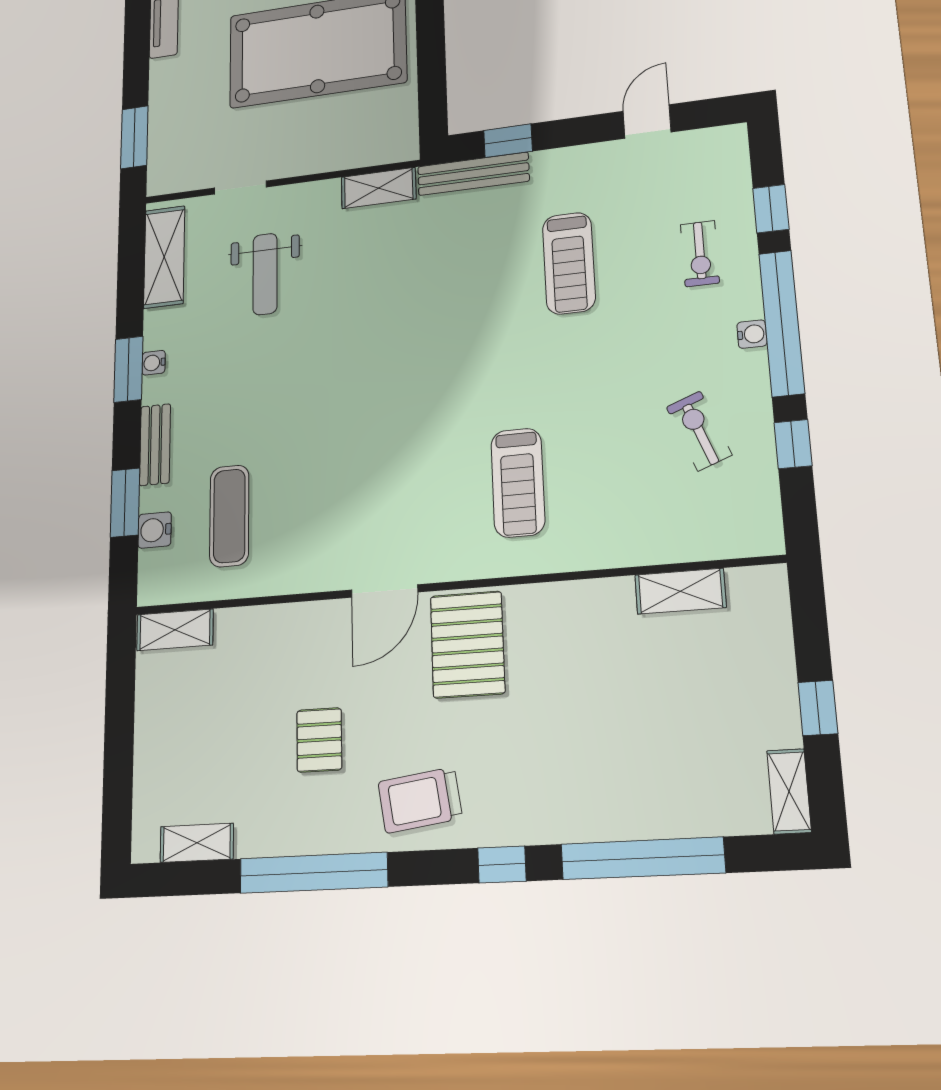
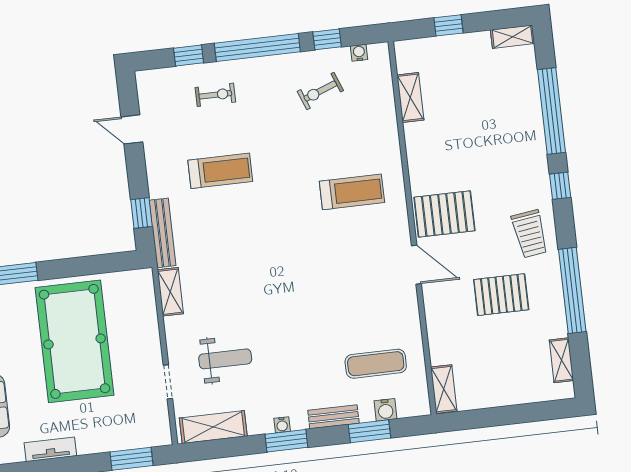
water cooler: (752, 334) -> (359, 53), moved
window: (818, 708) -> (449, 25), moved
pallet: (319, 740) -> (501, 295), width x1.50, depth x1.42

